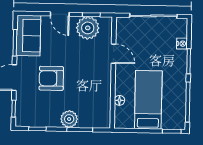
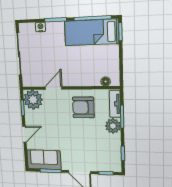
plant: (88, 28) -> (33, 100), moved
armchair: (51, 78) -> (83, 107), moved, turned 90
floor lamp: (119, 100) -> (106, 81), moved
bed: (148, 100) -> (91, 32), moved
tv unit: (94, 122) -> (115, 104), added

